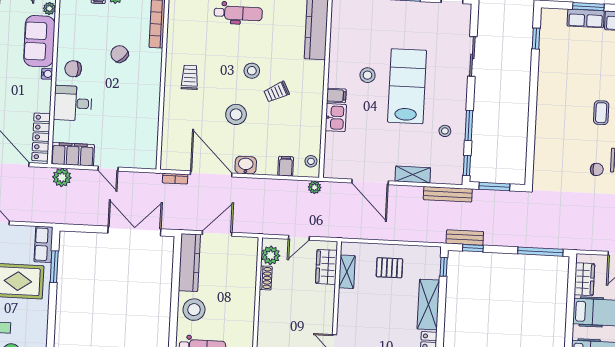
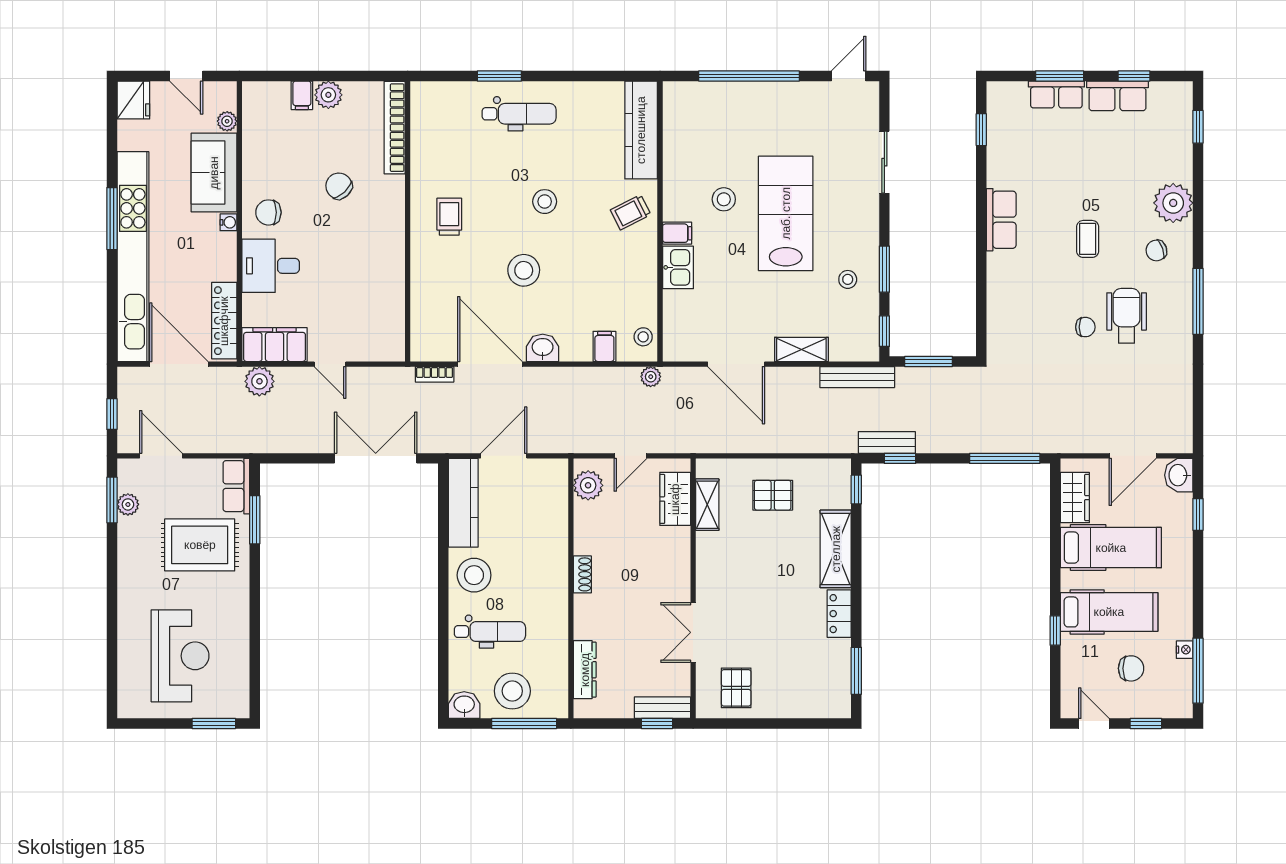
trolley: (276, 92) -> (631, 212), moved
row of seats: (546, 97) -> (1001, 220), added
shoe rack: (266, 278) -> (582, 574), moved

